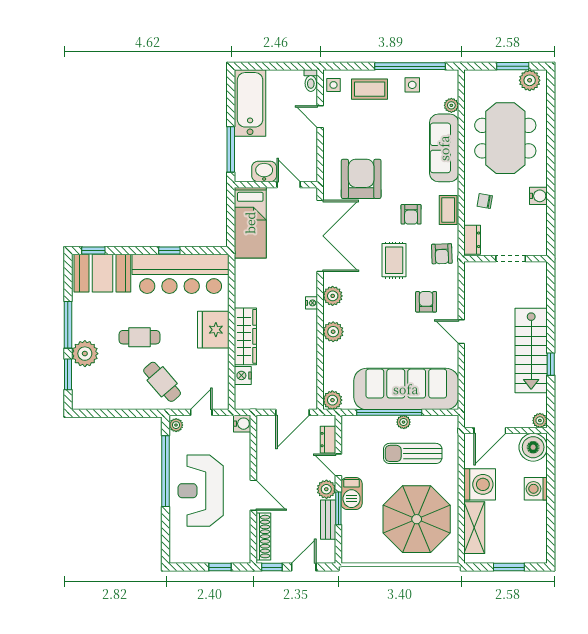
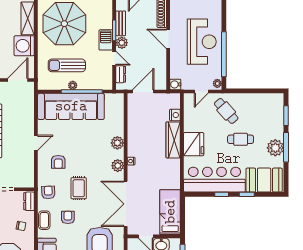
window: (93, 251) -> (247, 194), moved
door: (461, 332) -> (36, 143), hinge flipped
plant: (85, 354) -> (275, 148), moved
plant: (332, 400) -> (118, 99), removed
sun lounger: (413, 453) -> (67, 65), turned 180

